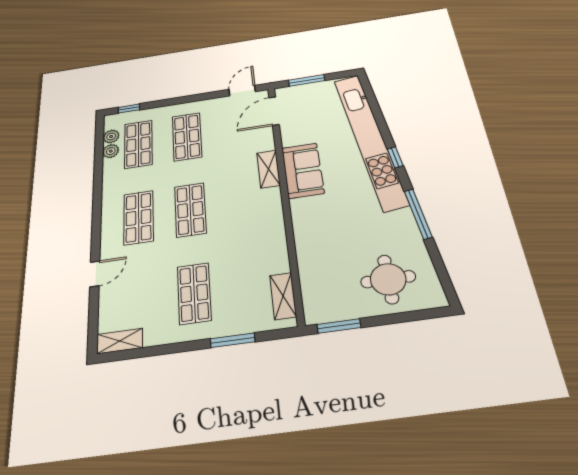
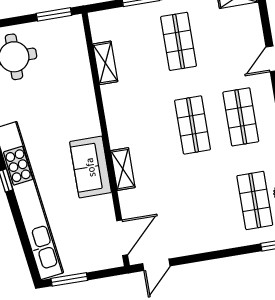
window: (307, 80) -> (69, 279), moved
shop shelf: (187, 137) -> (206, 209), removed
shelving: (283, 296) -> (105, 63), moved

